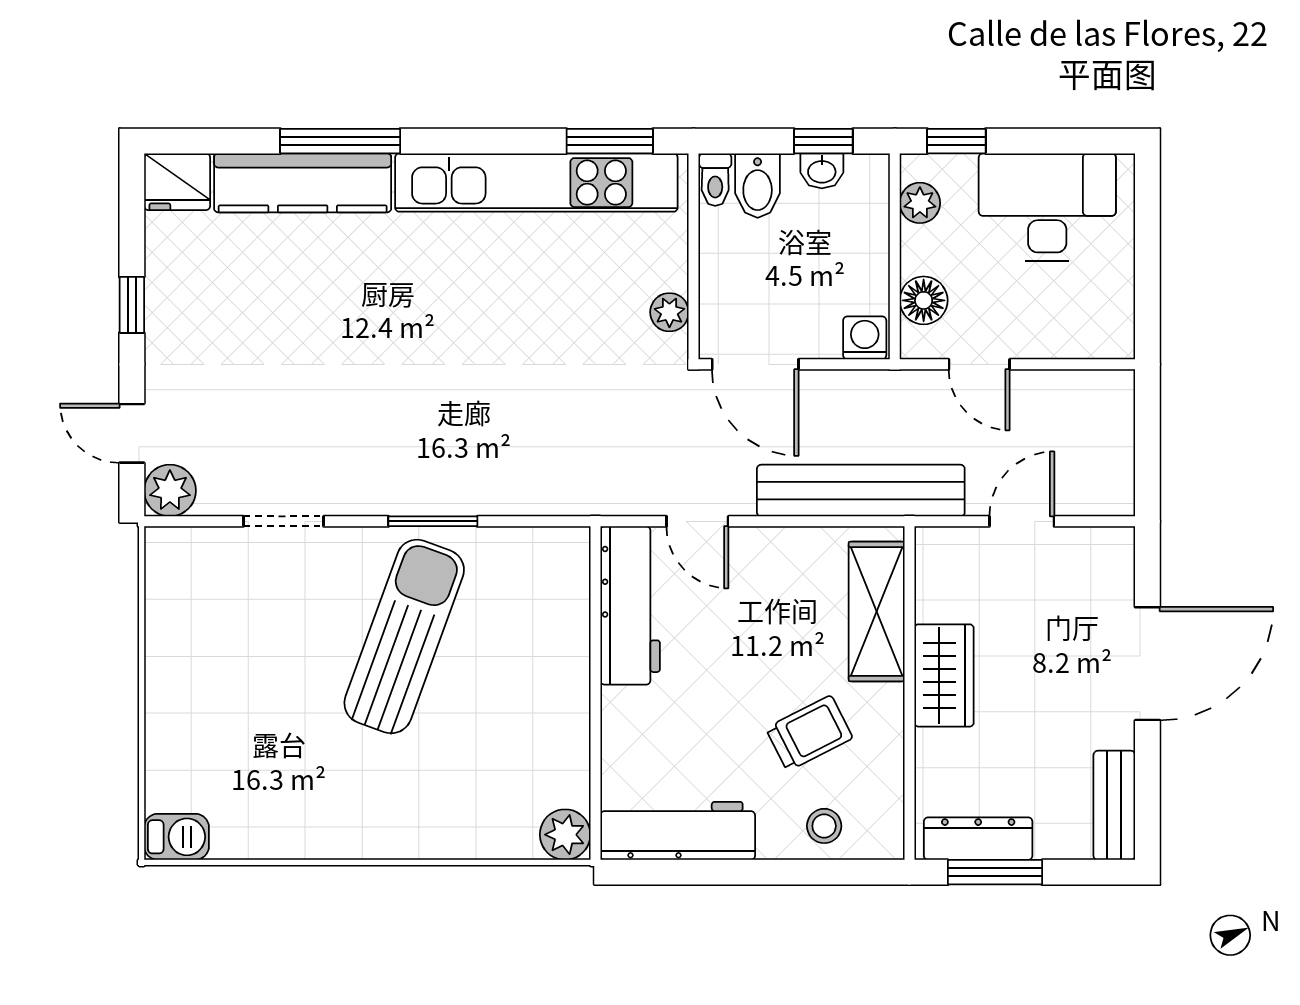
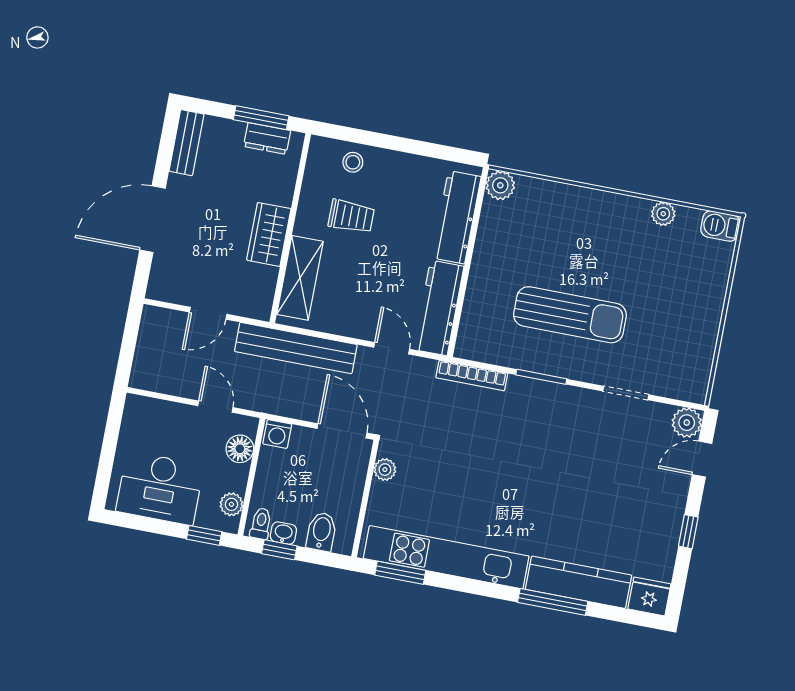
toilet: (715, 180) -> (261, 524), moved
door: (132, 433) -> (702, 459), swing flipped
bookcase: (552, 501) -> (472, 376), added
sun lounger: (404, 636) -> (570, 315), turned -110
trolley: (809, 733) -> (351, 216), turned -153
workbench: (678, 831) -> (456, 217), moved, turned 90
plant: (278, 839) -> (663, 214), added
dresser: (978, 839) -> (267, 138), width x0.70

